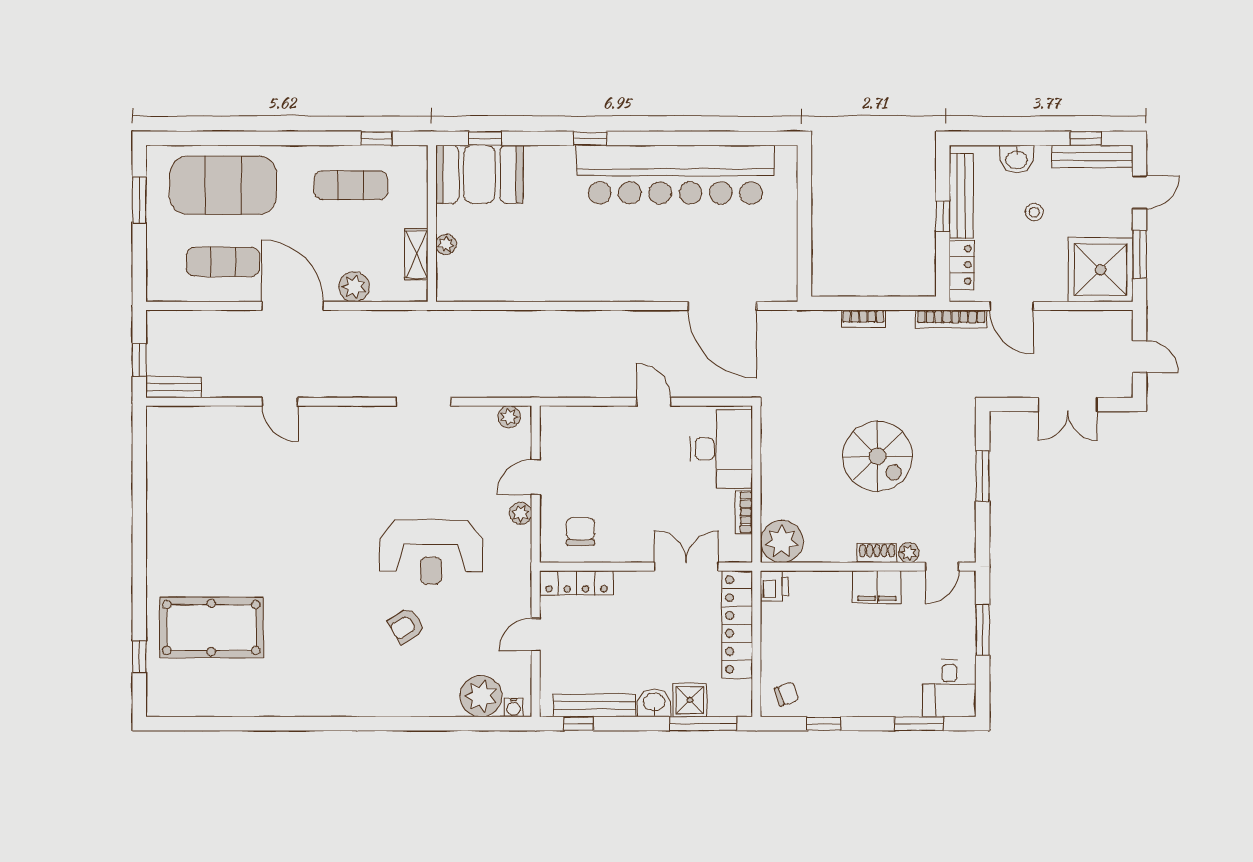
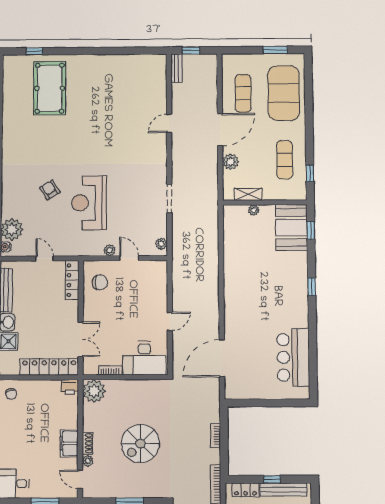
bar counter: (675, 175) -> (293, 357), width x0.54

